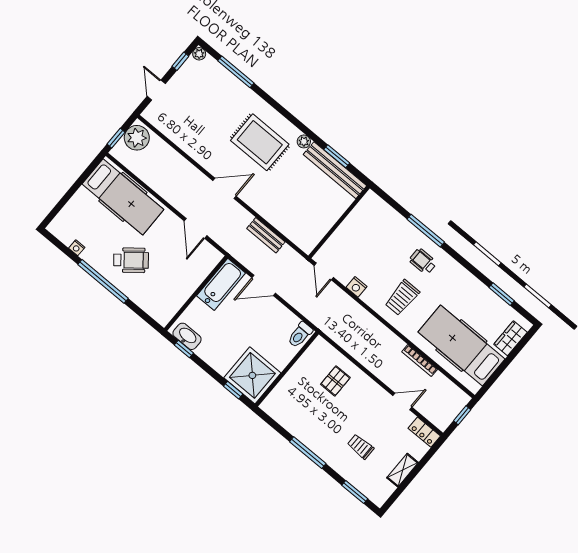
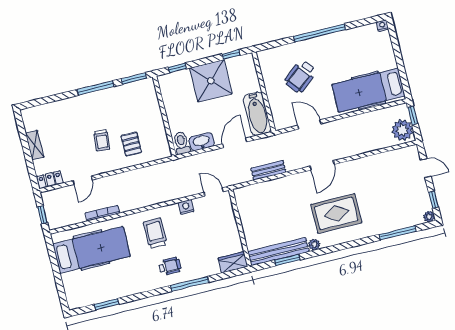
nightstand: (77, 248) -> (382, 26), moved
wheelchair: (131, 260) -> (300, 76), moved
washbasin: (187, 336) -> (202, 142), moved, turned 180
wardrobe: (510, 338) -> (233, 262), moved, turned -90
shower: (252, 375) -> (211, 81), moved
trolley: (361, 447) -> (102, 140), moved, turned 95
window: (355, 492) -> (134, 79), moved

